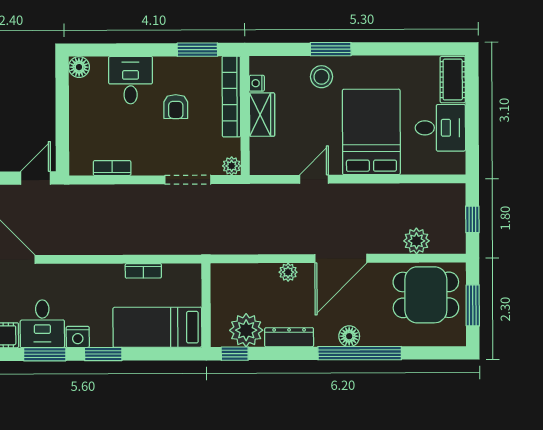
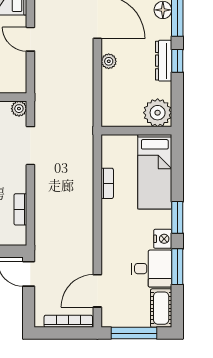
plant: (246, 330) -> (158, 113), moved
window: (235, 354) -> (177, 61), moved

